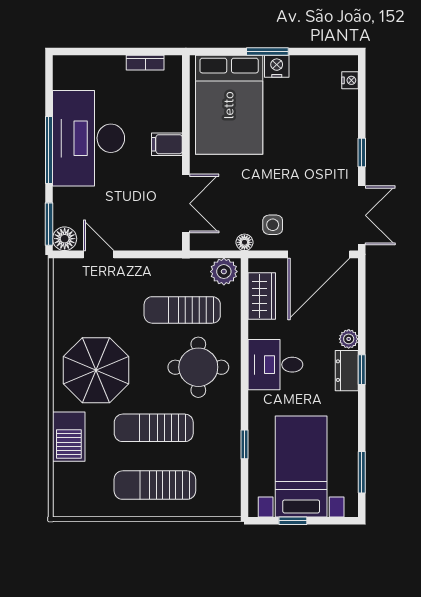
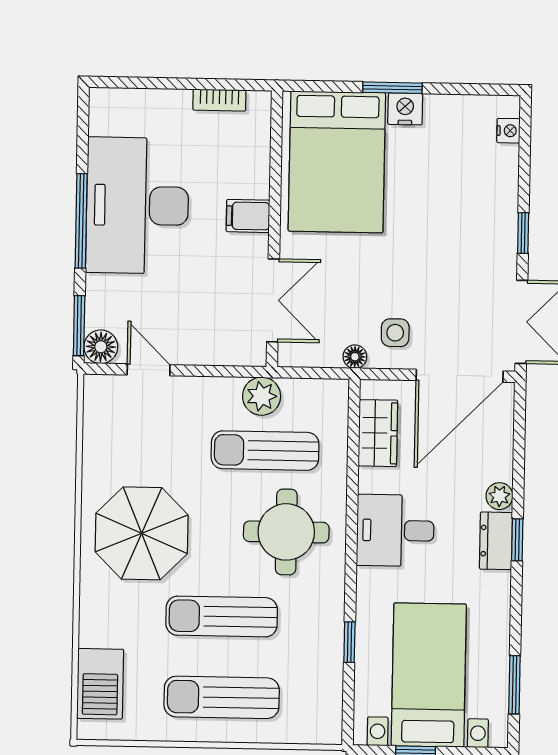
plant: (224, 272) -> (262, 396), moved
barbecue: (69, 437) -> (100, 684), moved

